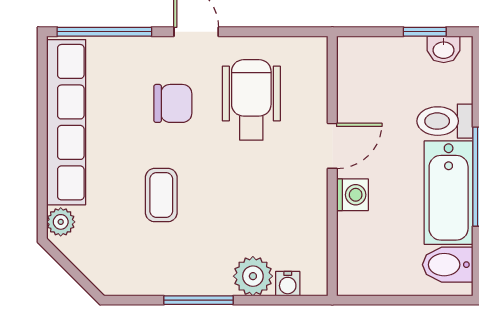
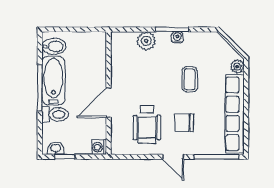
door: (332, 146) -> (109, 103), width x1.38
washing machine: (352, 195) -> (99, 147), moved
water cooler: (288, 284) -> (177, 37), moved

